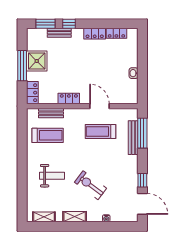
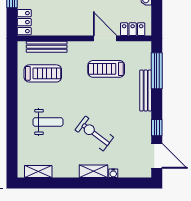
locker: (69, 99) -> (133, 29), moved
bench: (51, 113) -> (47, 47), width x1.36
bench: (133, 138) -> (146, 90), moved
shelving: (75, 217) -> (94, 171), moved

